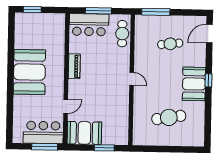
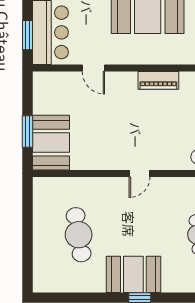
booth: (84, 133) -> (51, 143), moved
window: (45, 147) -> (27, 35), width x0.69

